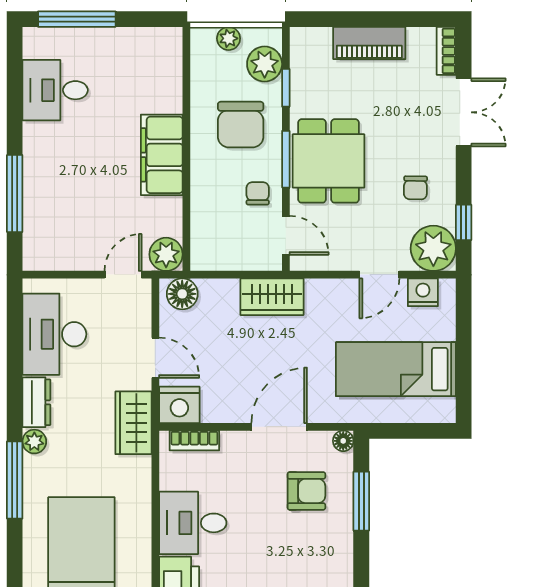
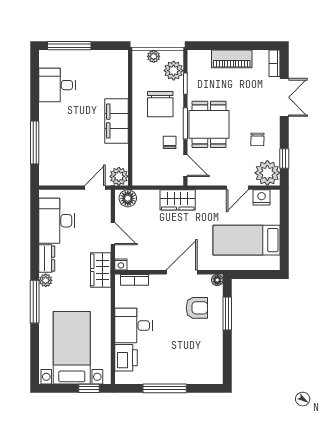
nightstand: (179, 405) -> (121, 264), width x0.53, depth x0.56

